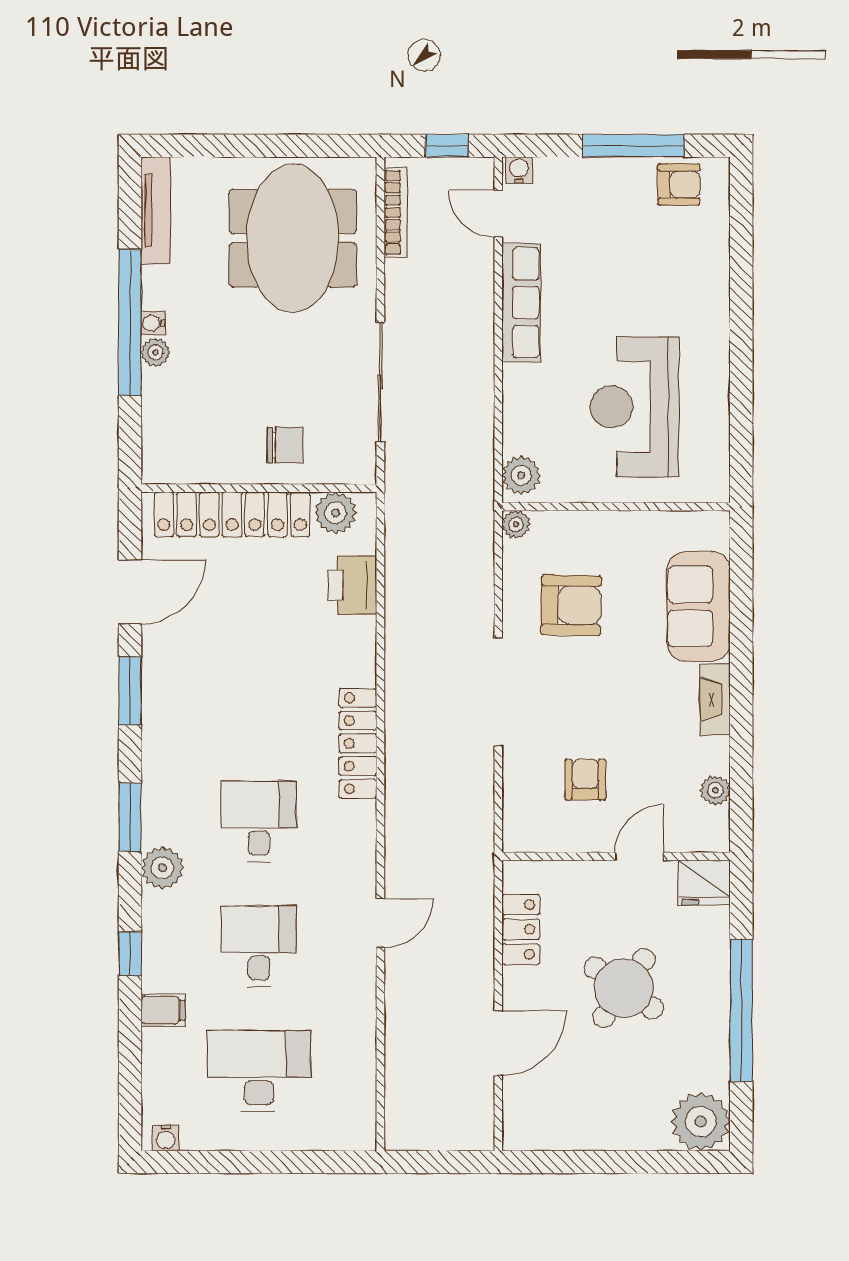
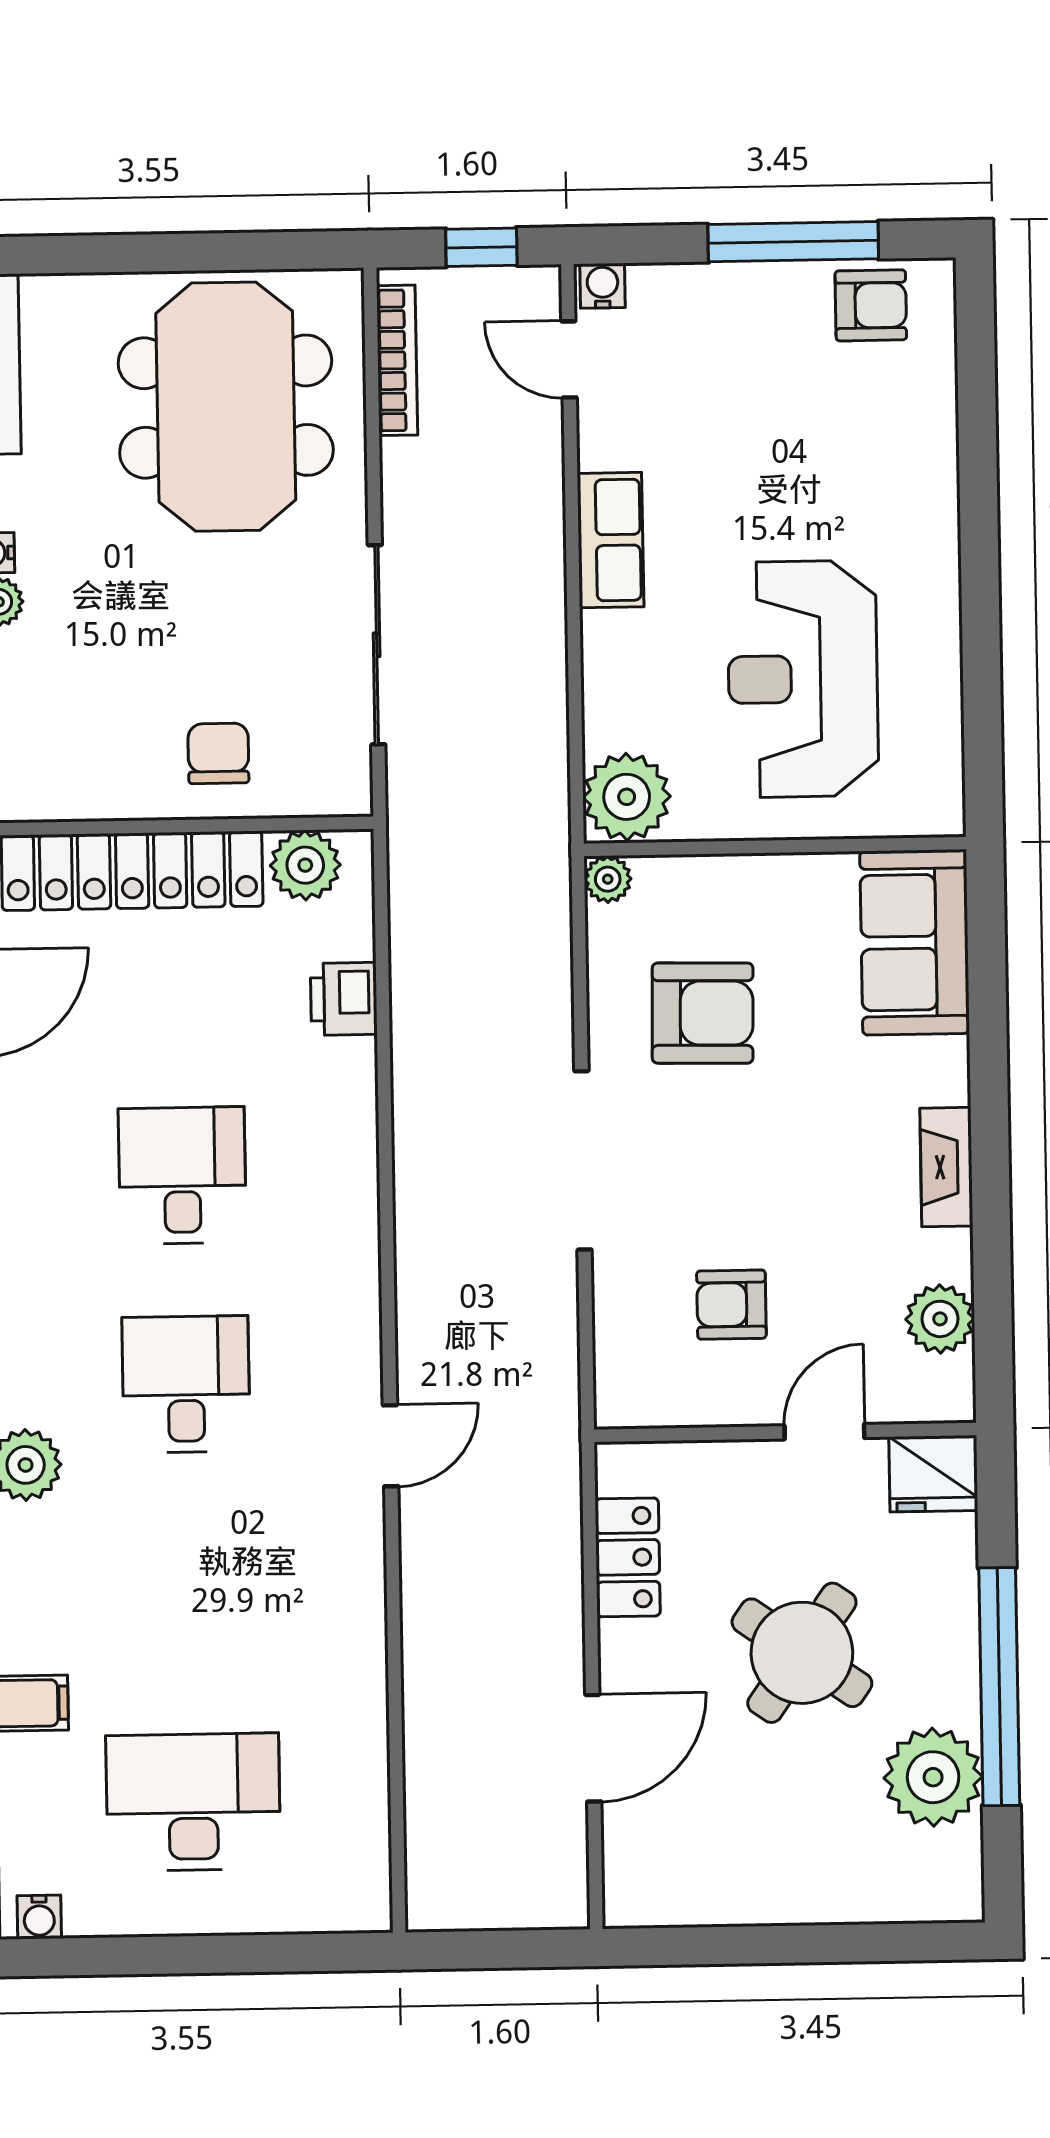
row of seats: (521, 303) -> (611, 540), width x0.68
chair: (285, 445) -> (218, 753), turned -90
plant: (521, 475) -> (627, 797), width x1.36, depth x1.36
printer: (352, 585) -> (344, 999), width x0.73, depth x0.81
sofa: (698, 606) -> (915, 942), moved
locker: (358, 743) -> (349, 1251), removed
armchair: (585, 780) -> (731, 1305), turned -90
plant: (715, 790) -> (940, 1319), width x1.38, depth x1.38
door: (380, 923) -> (391, 1446), moved
desk: (259, 946) -> (182, 1175), moved
plant: (701, 1122) -> (933, 1777), moved

